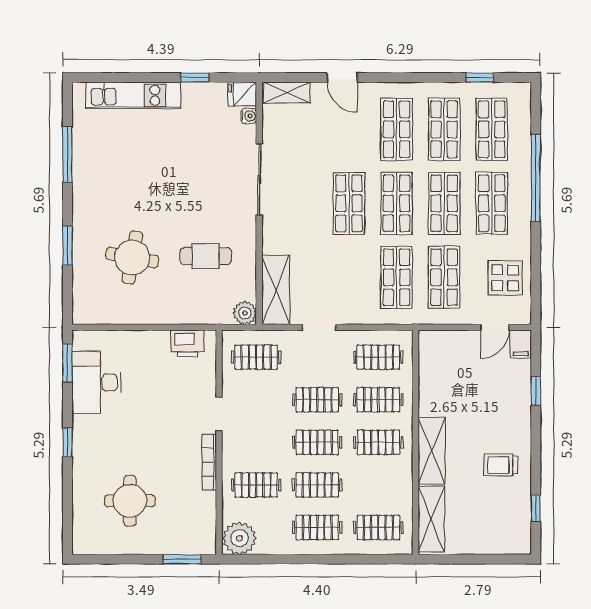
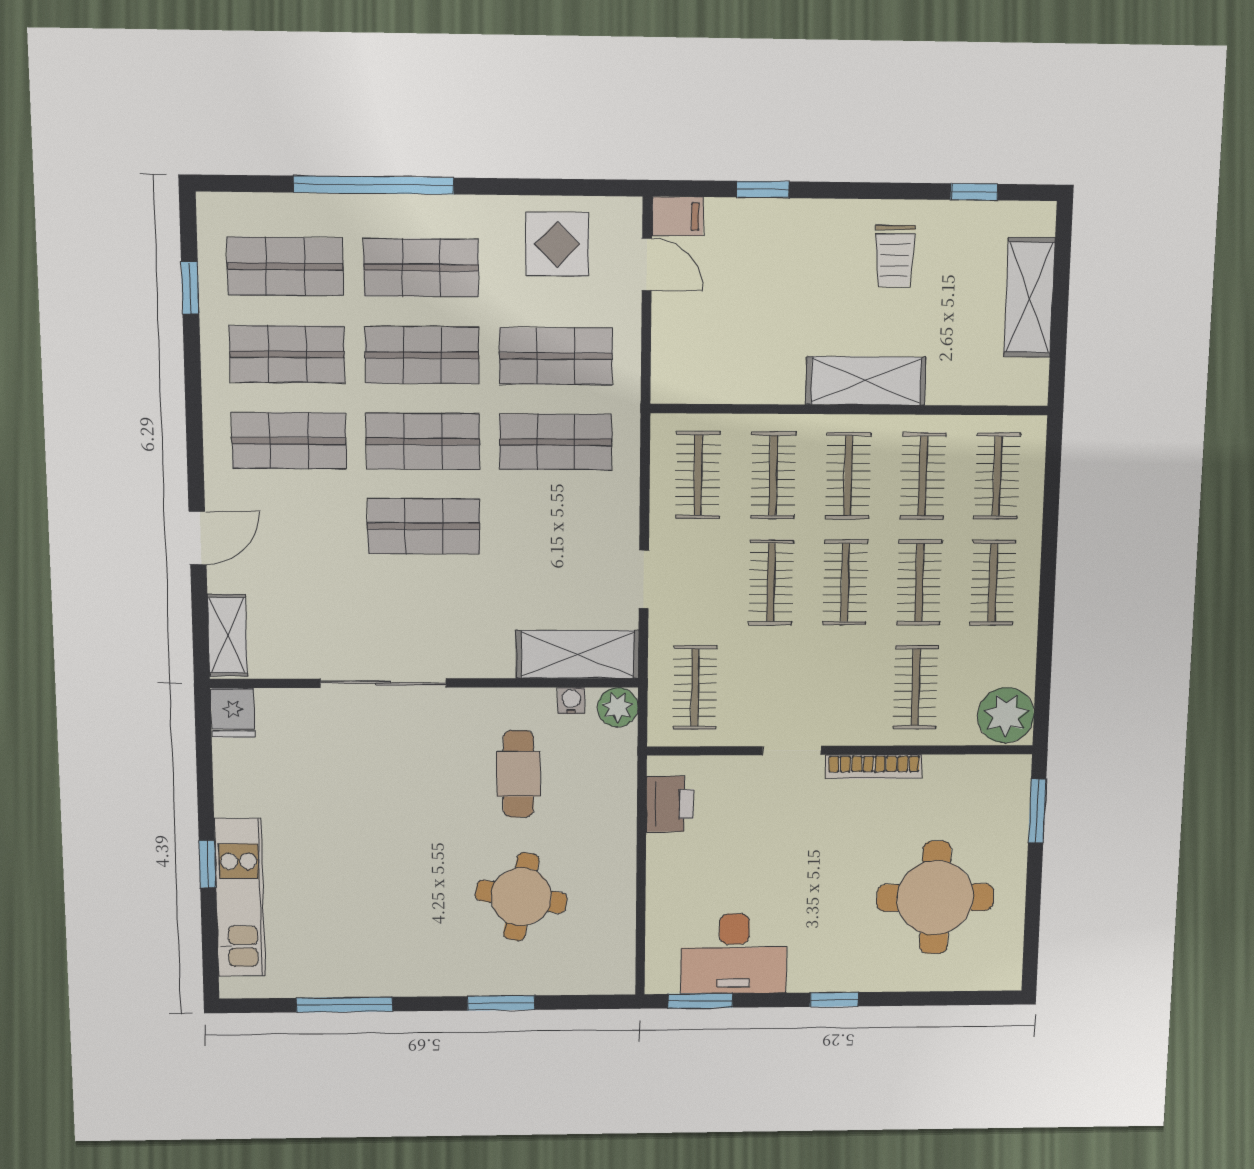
window: (195, 78) -> (207, 864), moved
water cooler: (249, 116) -> (571, 701), moved
clothes rail: (378, 485) -> (923, 476), added
round table: (130, 501) -> (935, 898), width x1.36, depth x1.36
shelving: (431, 519) -> (1029, 298), moved, turned 90

